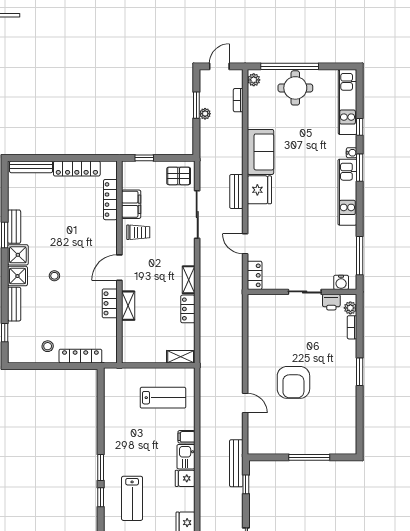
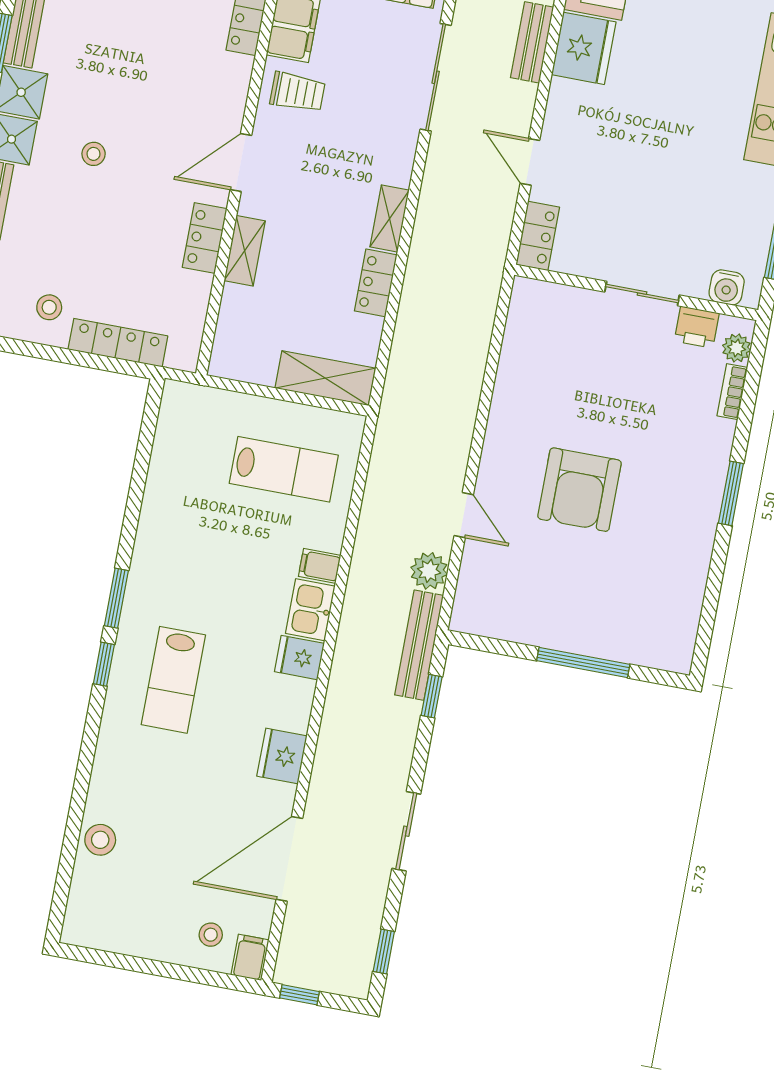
shelving: (181, 357) -> (325, 378), width x1.50, depth x1.33
plant: (235, 430) -> (429, 571), added

